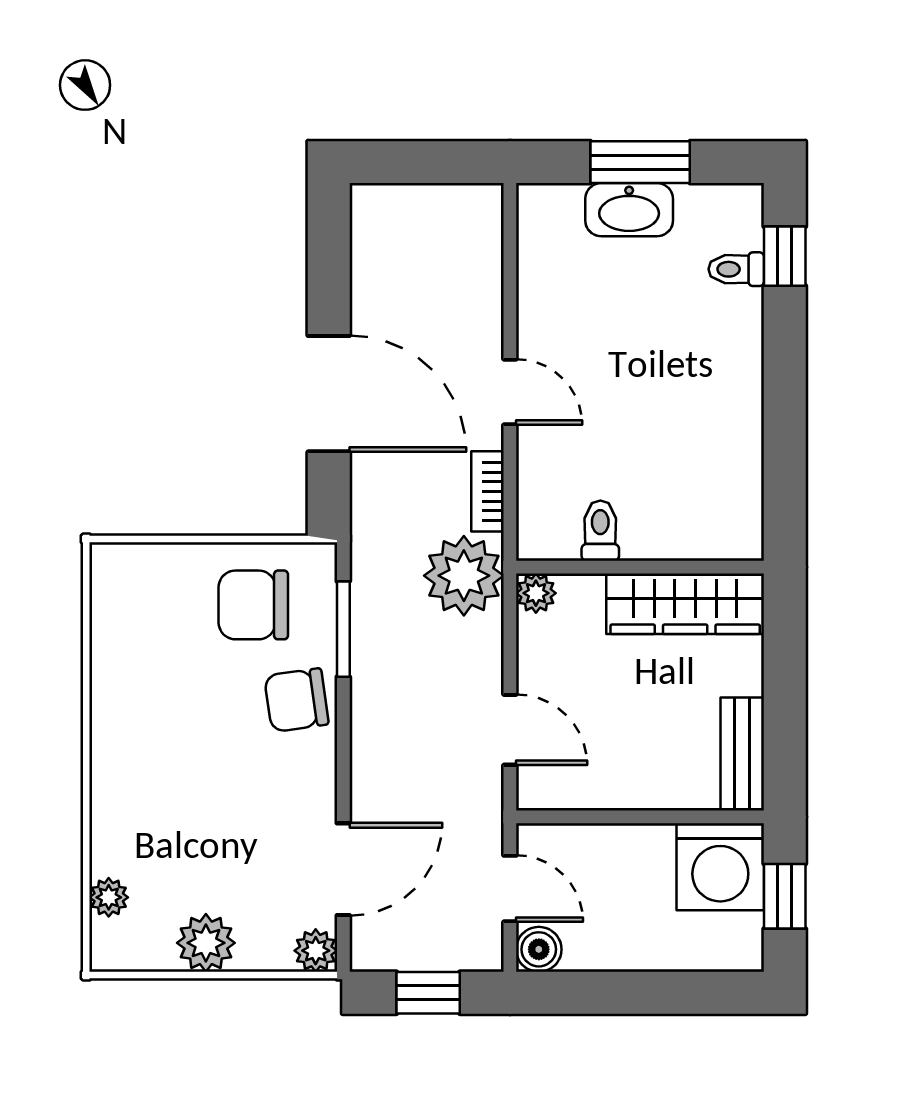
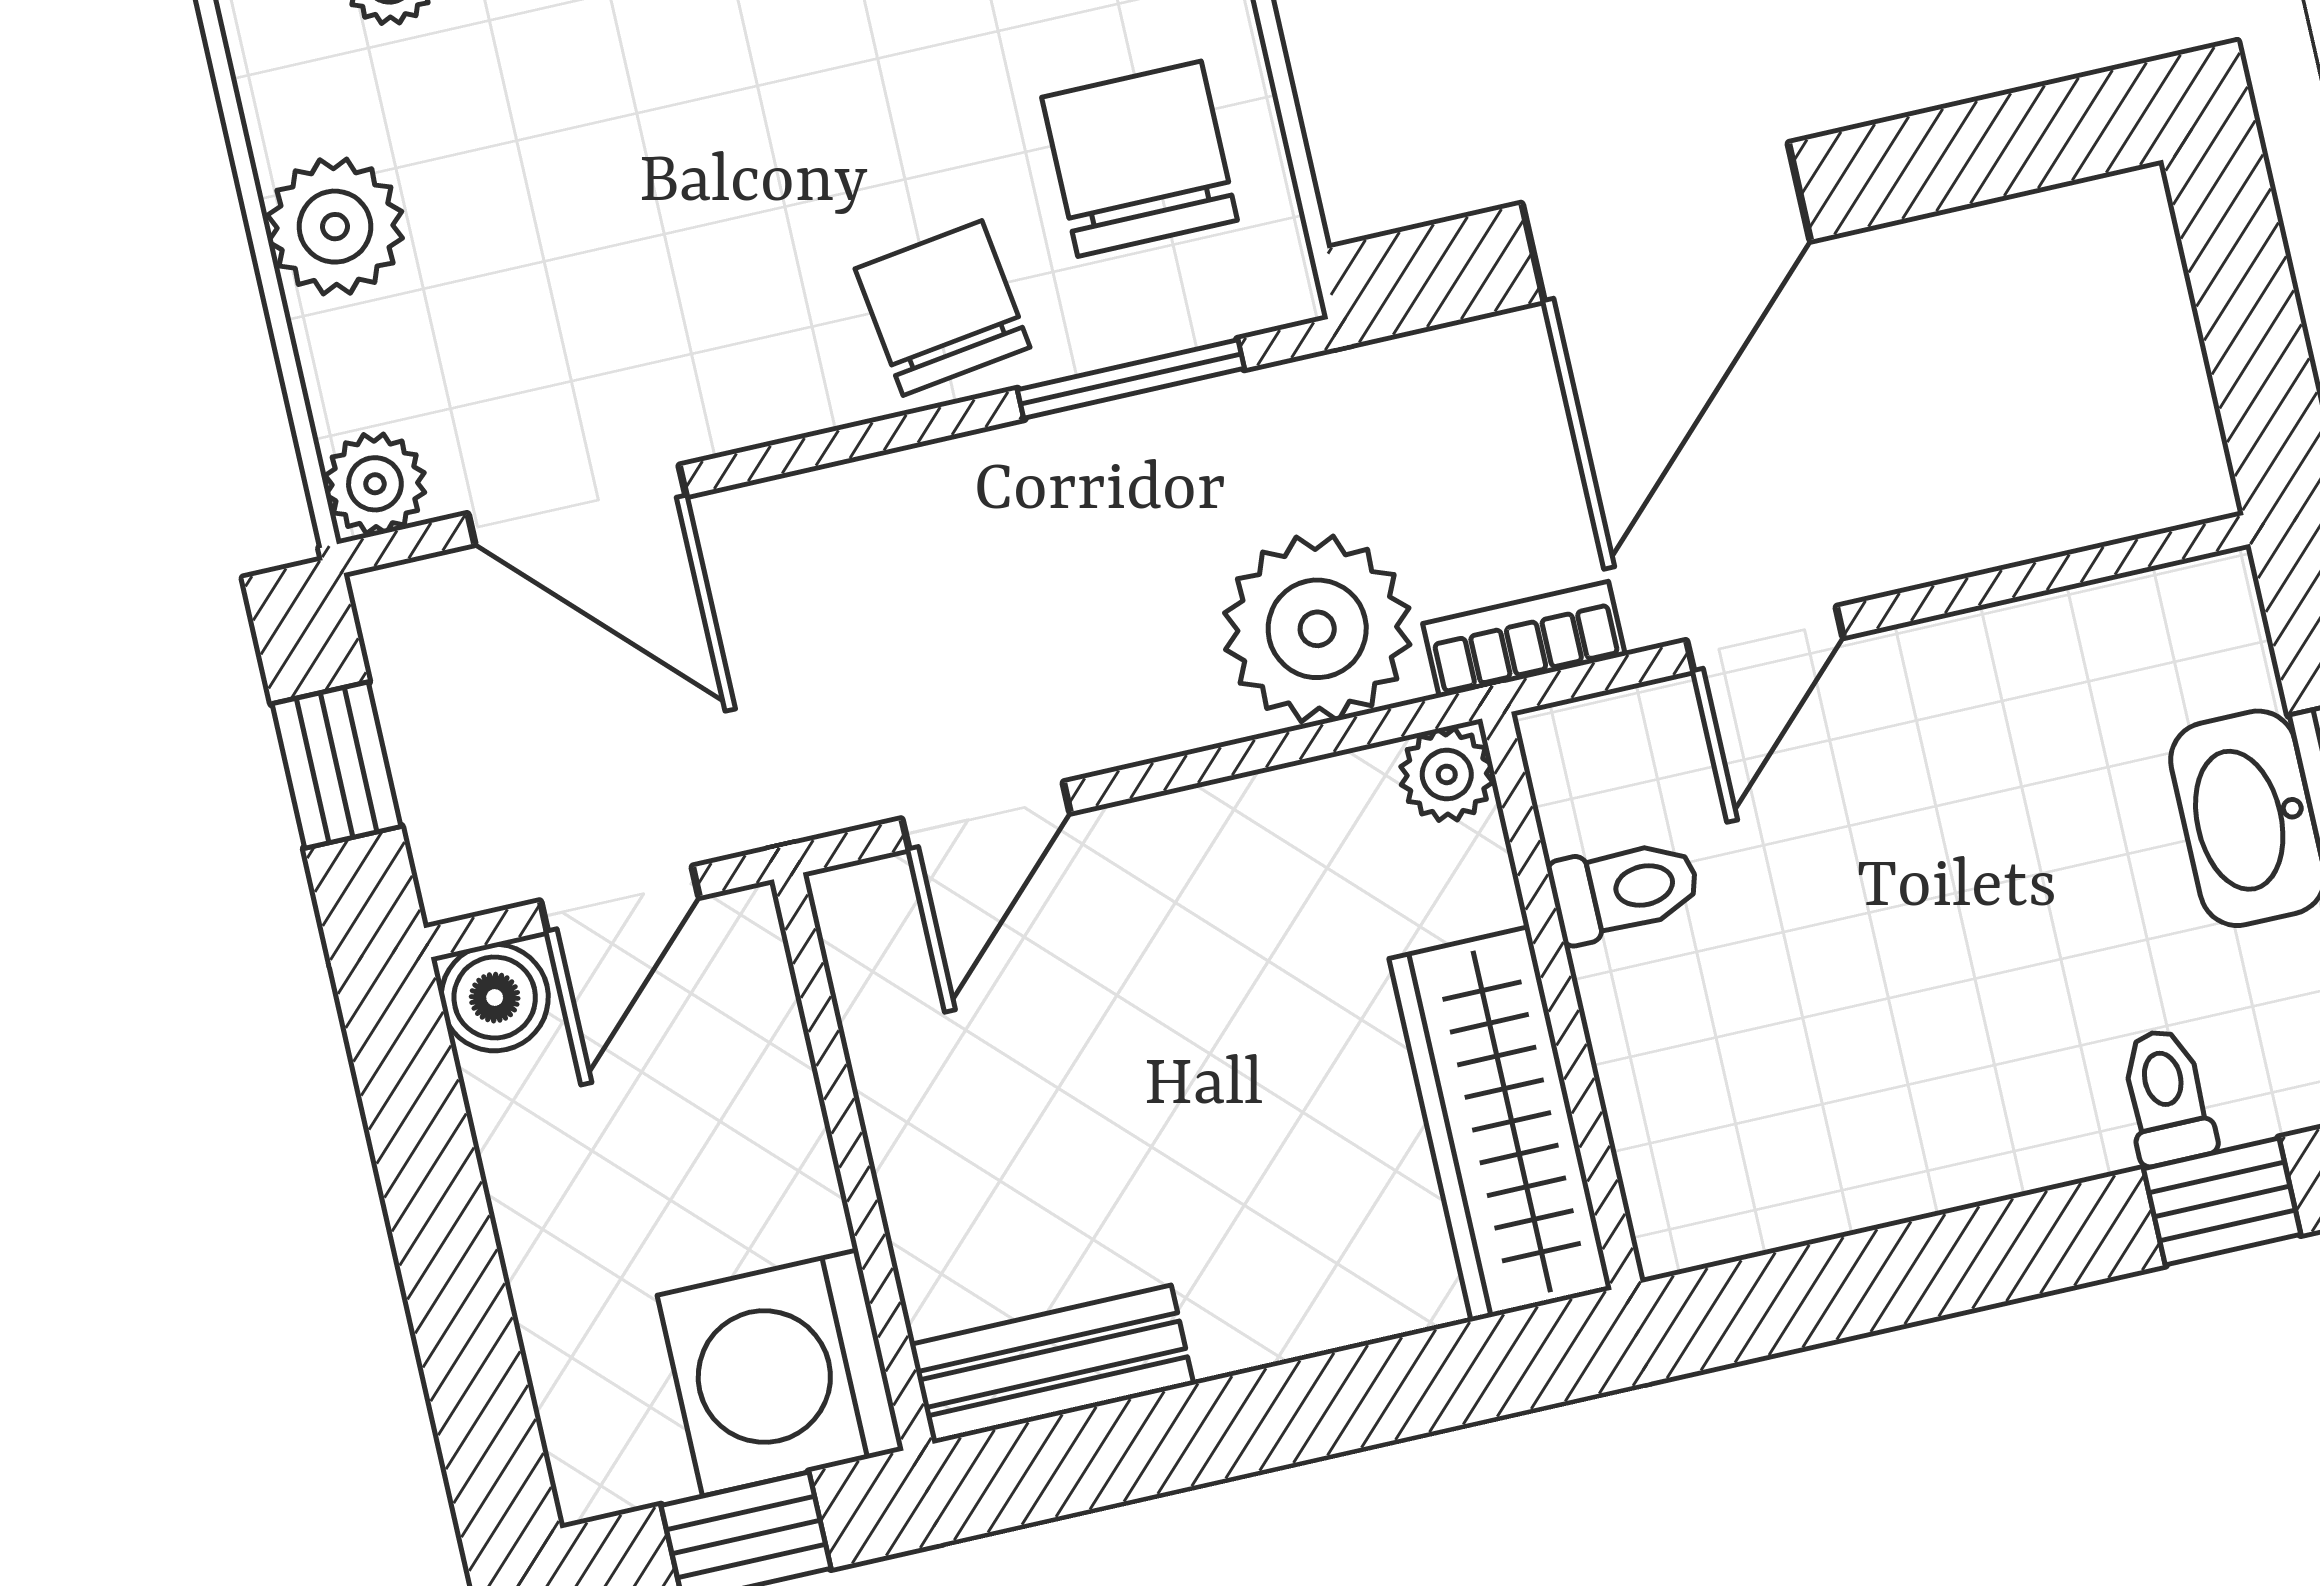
toilet: (600, 531) -> (1625, 890), moved
wall: (640, 567) -> (1561, 1001), moved
plant: (536, 593) -> (1447, 774), moved
wardrobe: (685, 604) -> (1500, 1124), moved

